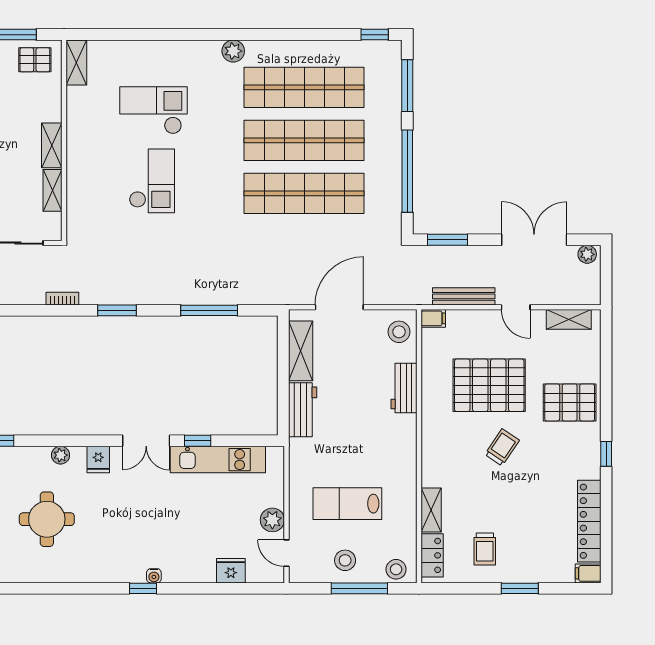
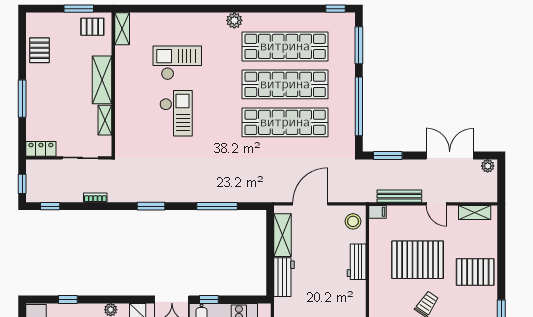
shelving: (52, 145) -> (102, 80), width x1.50, depth x1.33
bookcase: (62, 299) -> (95, 198), moved

